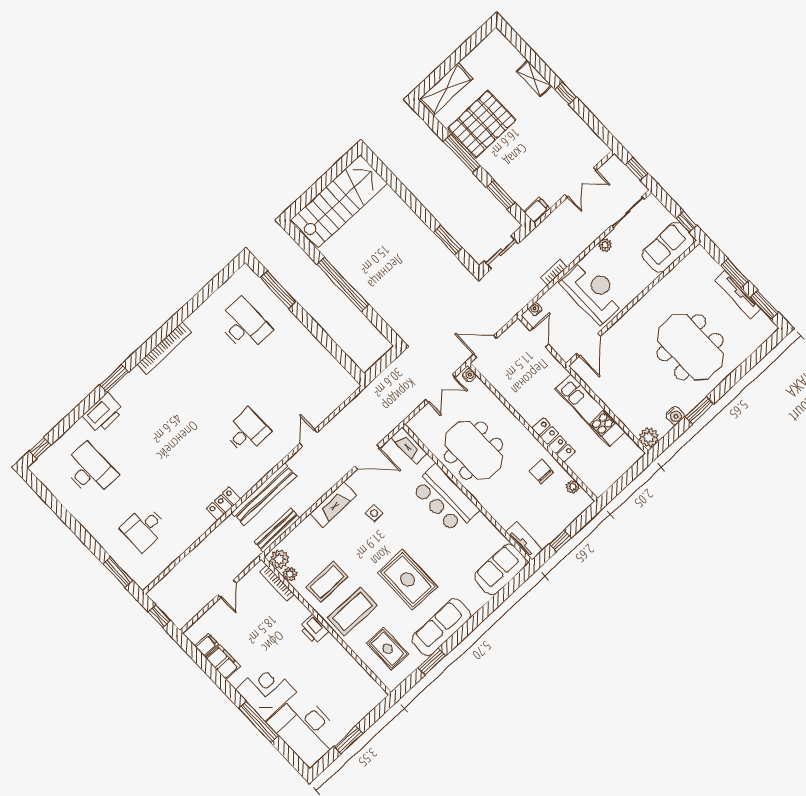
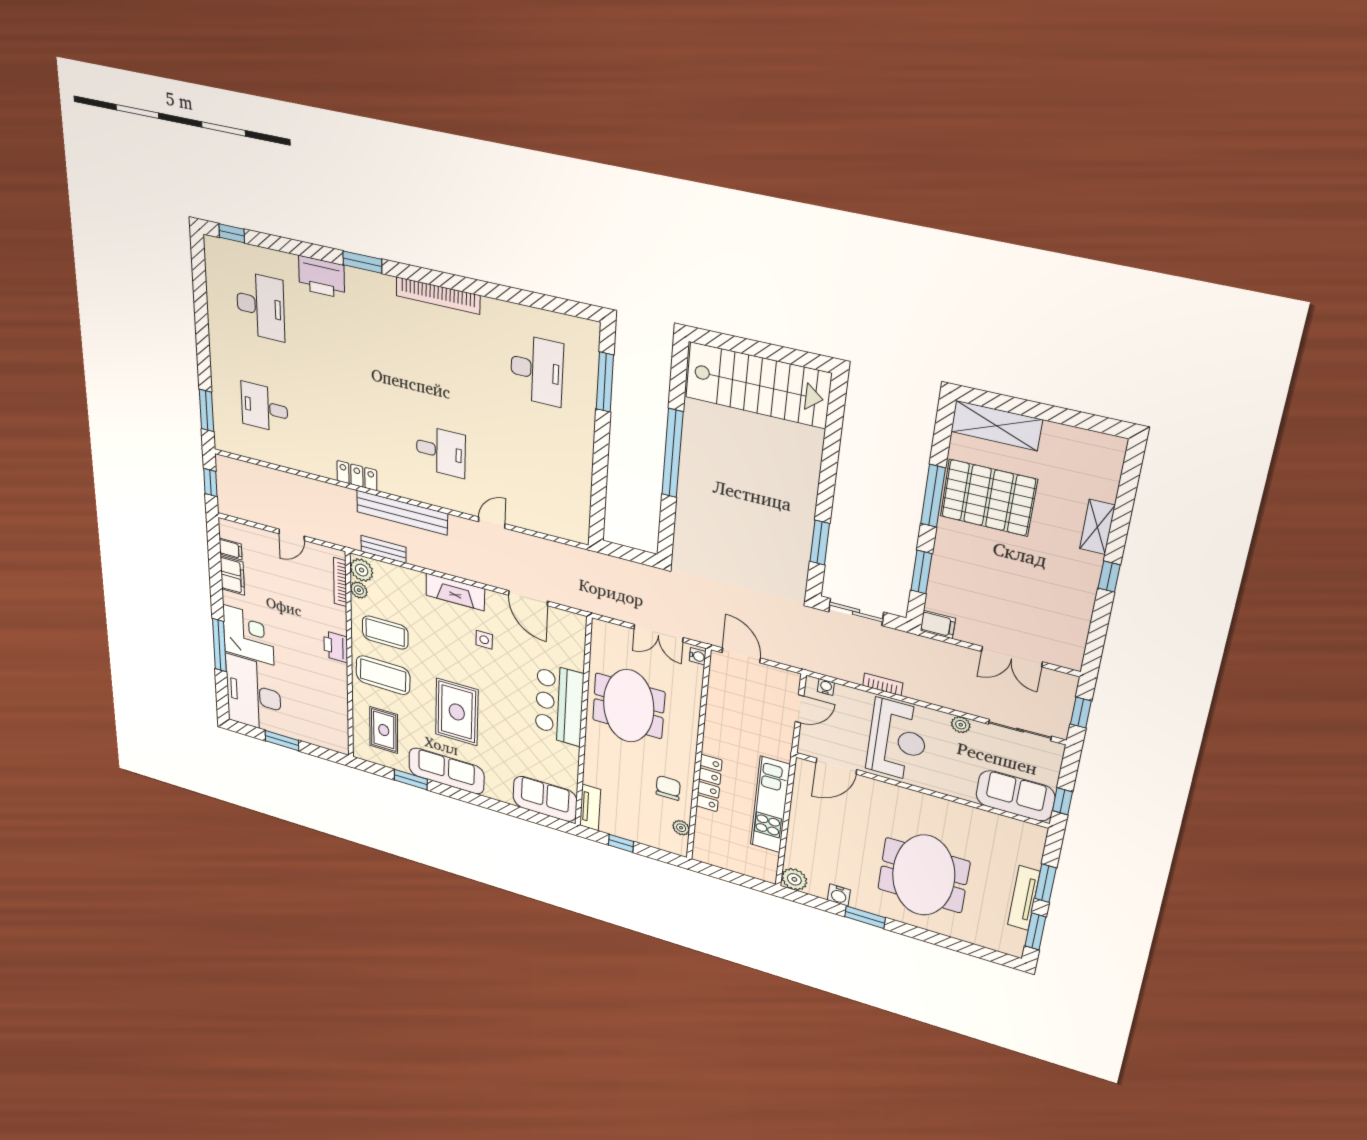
fireplace: (409, 446) -> (576, 635), removed
bench: (277, 530) -> (383, 549), width x0.73

